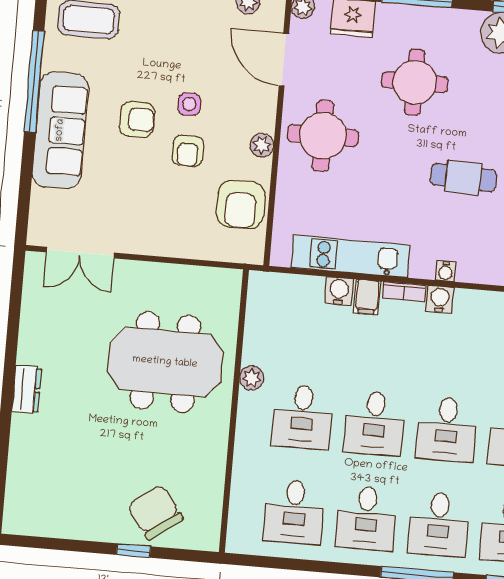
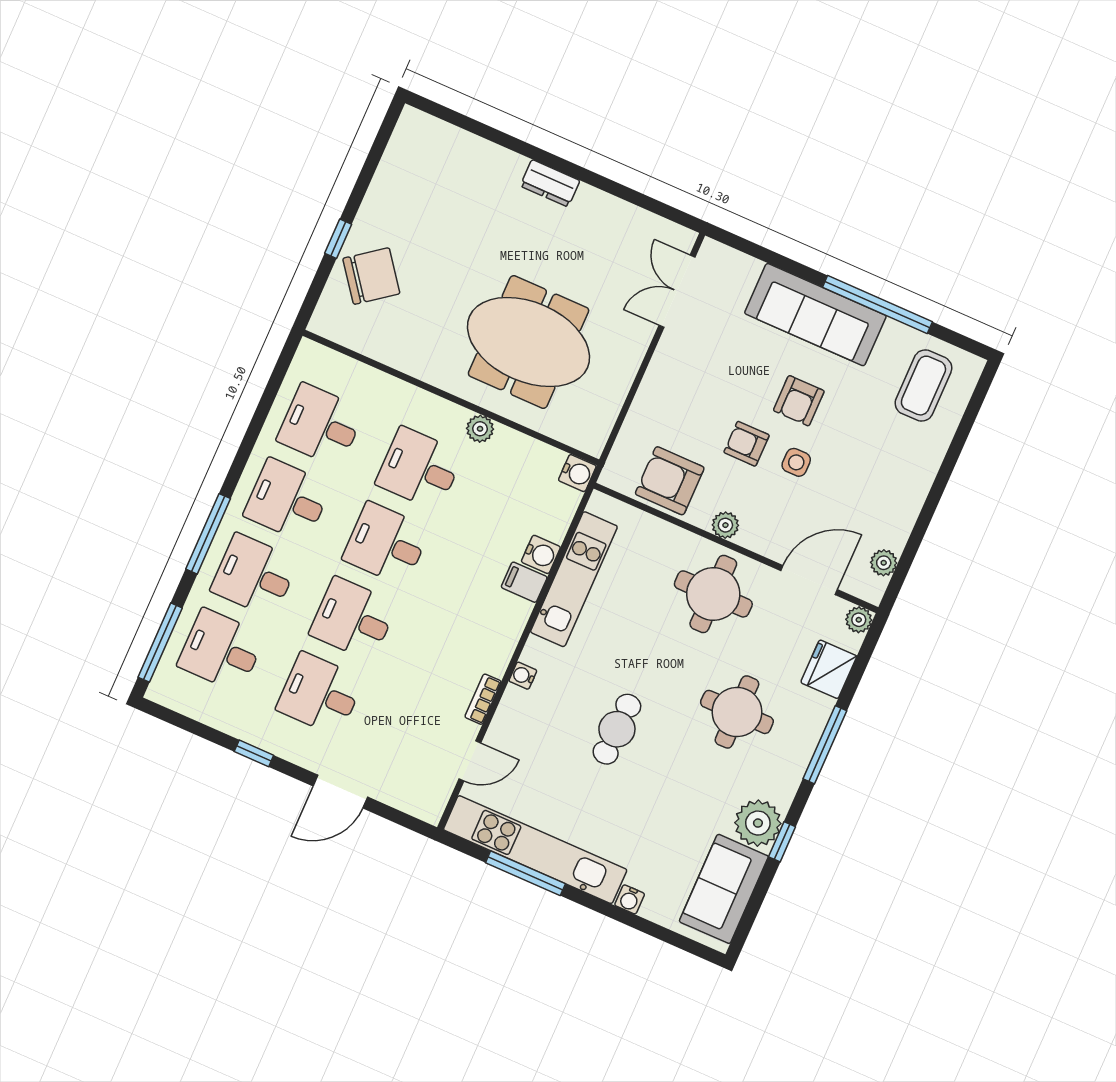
bookcase: (404, 292) -> (483, 699), moved
water cooler: (440, 299) -> (577, 473), moved
meeting table: (165, 362) -> (529, 342), turned 90

